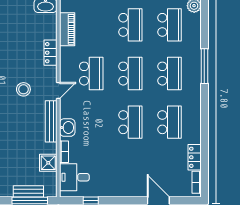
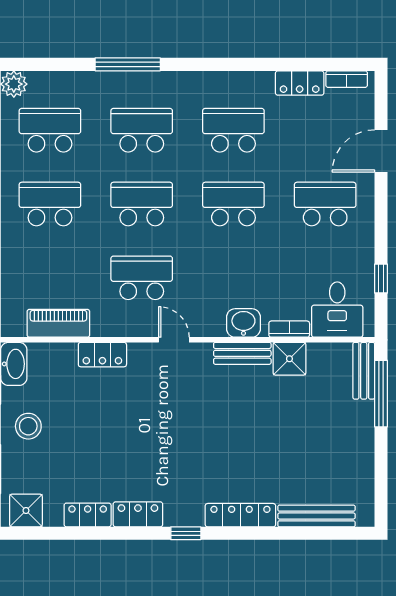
stool: (23, 89) -> (28, 426), moved
bench: (51, 121) -> (242, 353), width x0.73
shower: (48, 163) -> (289, 359), moved
school desk: (130, 171) -> (325, 204), added
bench: (28, 191) -> (364, 371), moved

